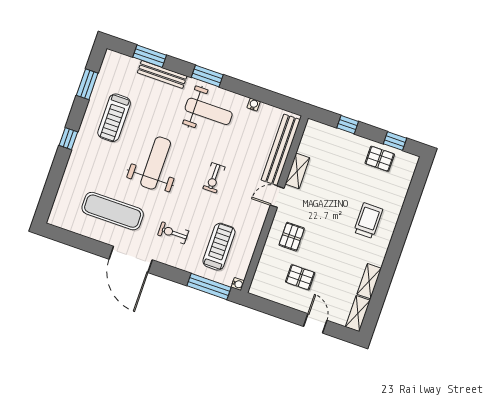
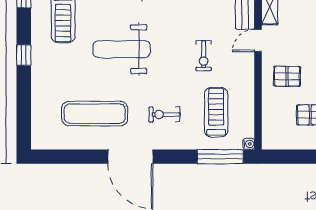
weight bench: (156, 163) -> (122, 49), turned -90
exercise bike: (214, 178) -> (204, 56), moved
pallet: (292, 237) -> (287, 76), turned 90

